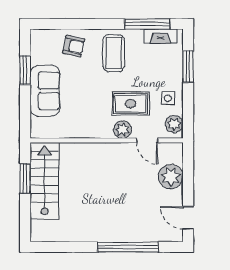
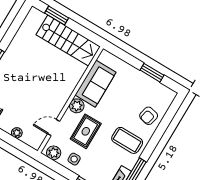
sofa: (45, 91) -> (96, 84), moved, turned -90
plant: (123, 130) -> (77, 106), moved
plant: (171, 177) -> (17, 133), width x0.53, depth x0.53
window: (25, 179) -> (57, 16), moved

